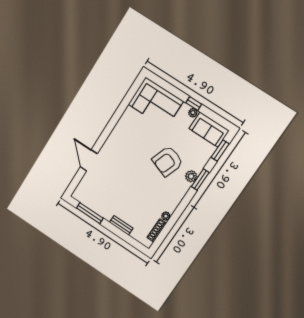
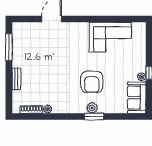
corner sofa: (156, 103) -> (110, 37), moved, turned -90
window: (220, 150) -> (126, 117), removed
armchair: (168, 161) -> (92, 82), turned -110

